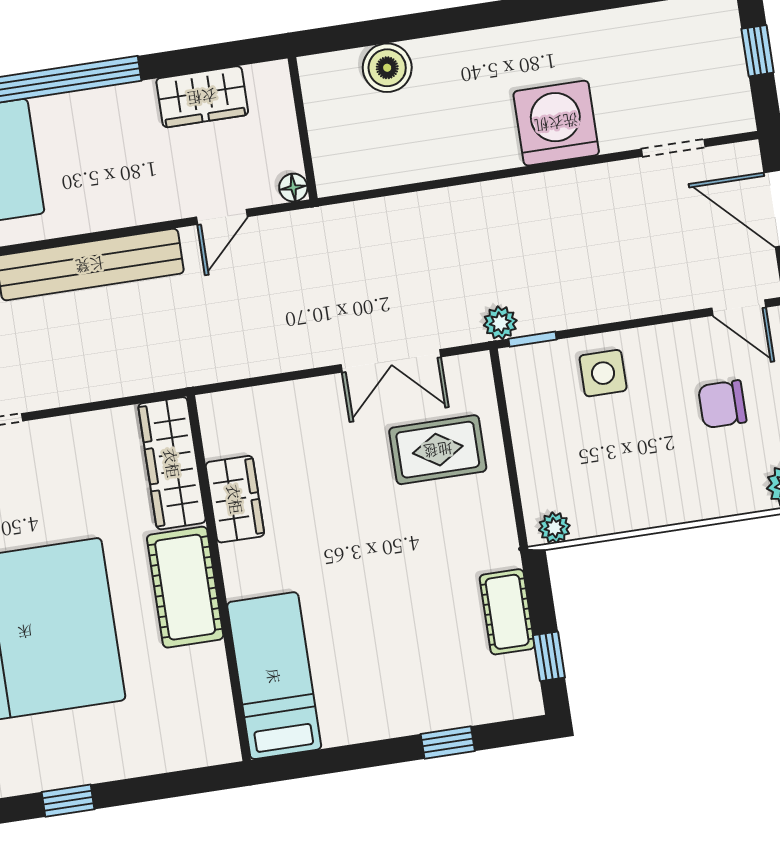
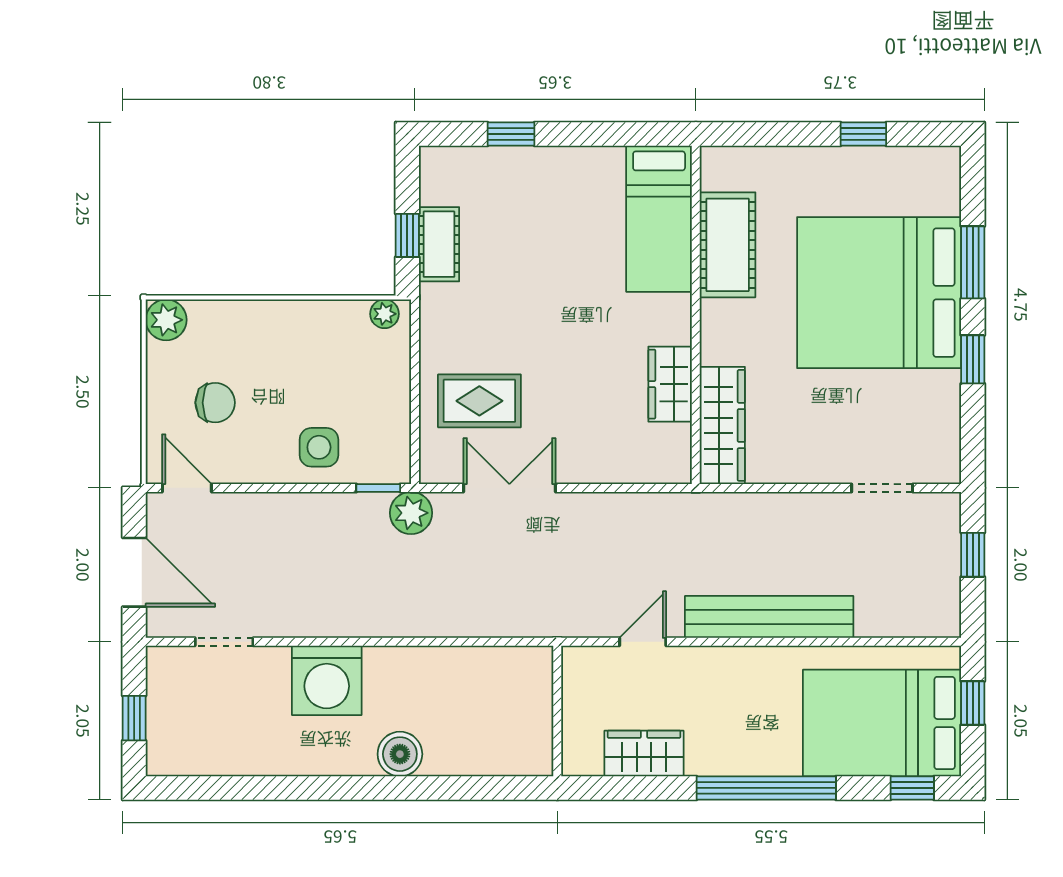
boiler: (387, 68) -> (400, 754), moved
floor lamp: (293, 188) -> (574, 658), removed
plant: (500, 323) -> (411, 513), width x1.38, depth x1.38
cot: (185, 587) -> (728, 245), moved
window: (549, 656) -> (407, 235), moved

